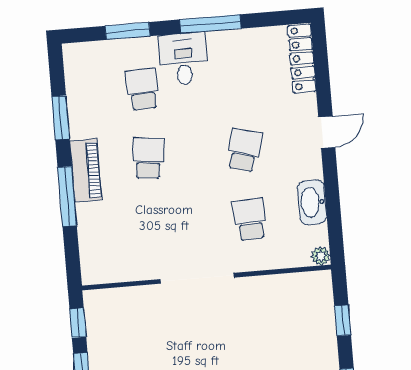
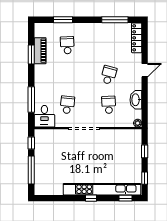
window: (210, 24) -> (115, 20), moved
desk: (183, 59) -> (44, 116), moved, turned 180
school desk: (148, 158) -> (67, 105), moved
piano: (86, 170) -> (40, 51), moved
window: (67, 196) -> (31, 100), moved

